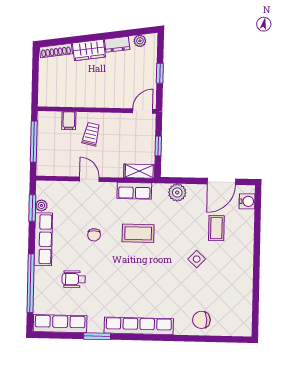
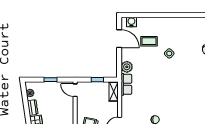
row of seats: (134, 191) -> (126, 84), moved
coffee table: (138, 233) -> (153, 91), removed

